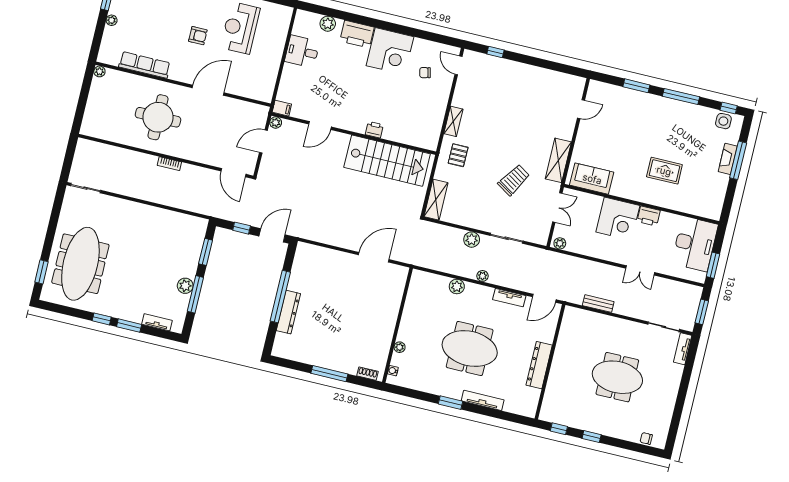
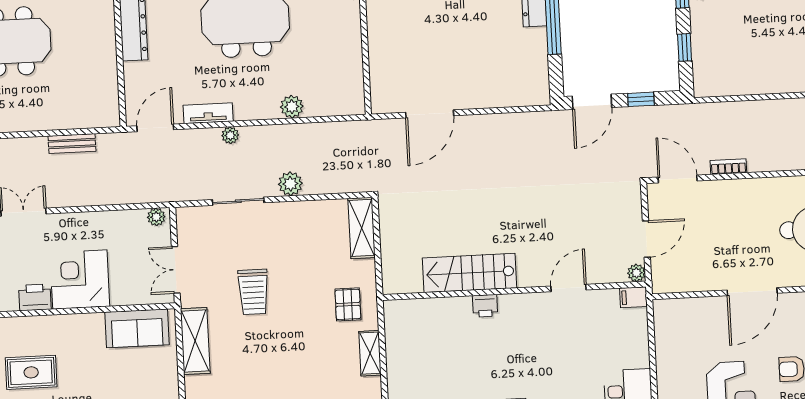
stairs: (387, 161) -> (470, 273), width x0.73, depth x0.66
bookcase: (169, 164) -> (728, 167), moved
trolley: (514, 180) -> (253, 292), turned -32
window: (206, 252) -> (685, 47), width x0.67
plant: (482, 276) -> (230, 135), moved

